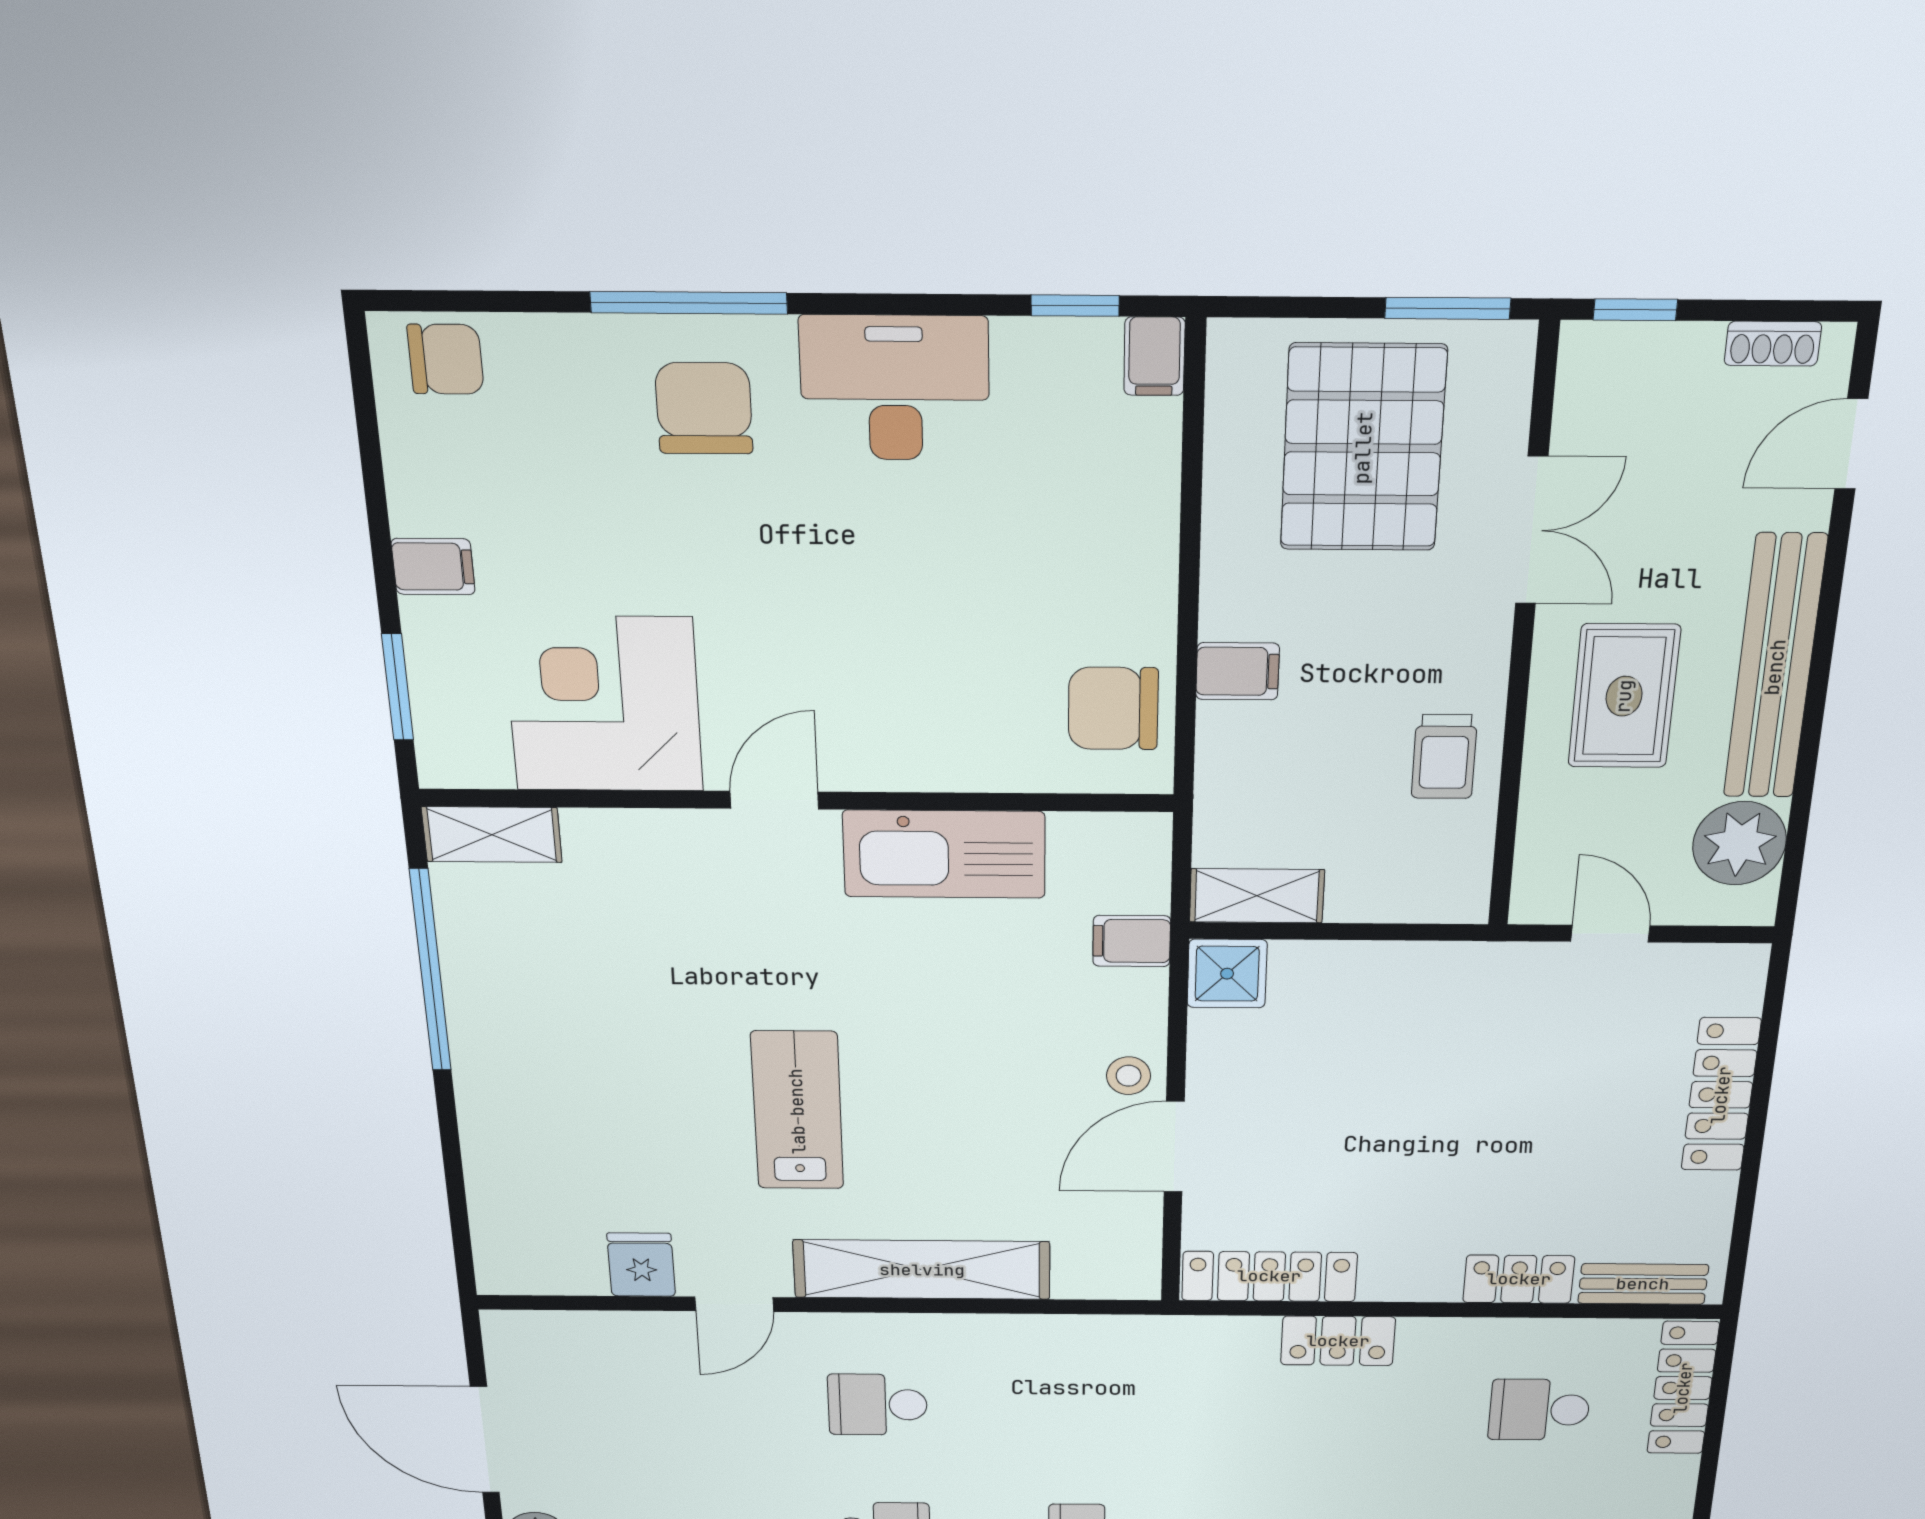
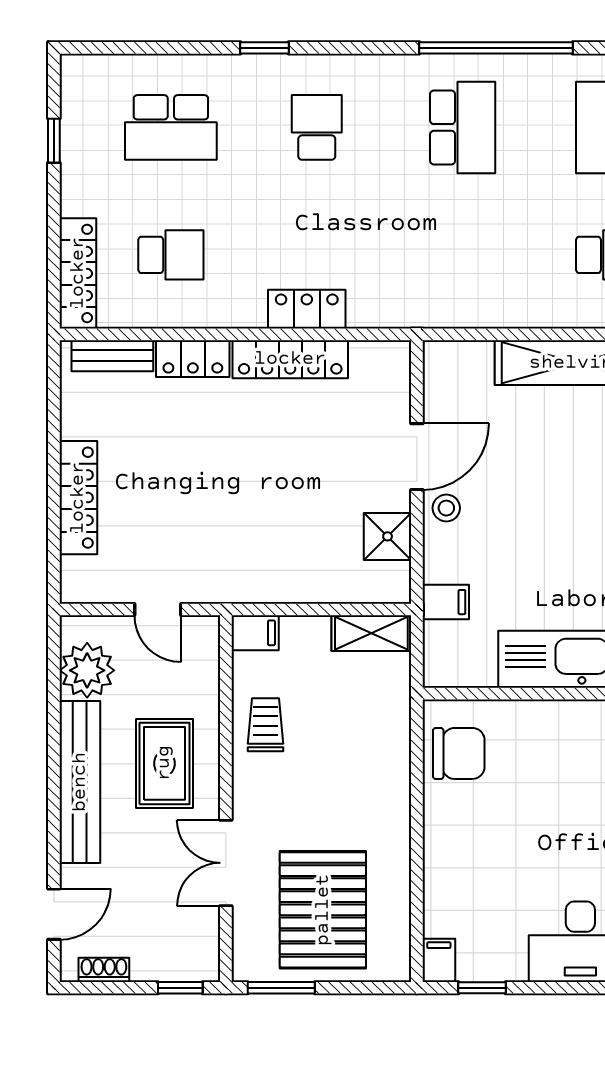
filing cabinet: (1237, 671) -> (255, 633), moved, turned 180
shower: (1227, 974) -> (388, 536), moved
locker: (1269, 1276) -> (290, 359), moved

